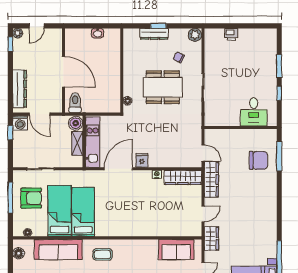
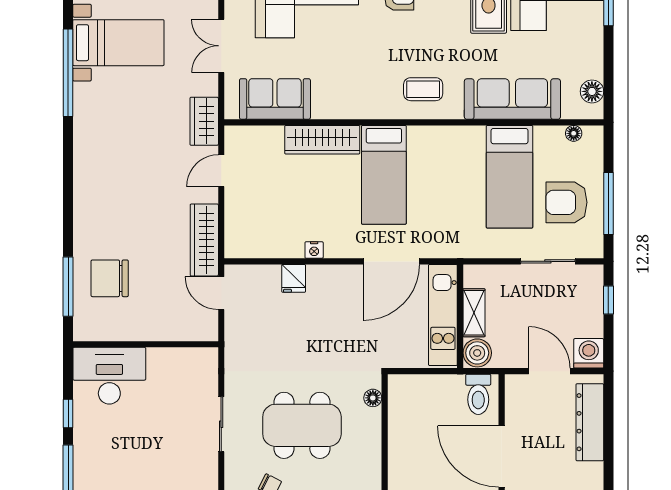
desk: (254, 112) -> (109, 376), width x1.37
window: (10, 133) -> (608, 300), moved
fridge: (142, 160) -> (294, 278), moved
wardrobe: (183, 177) -> (322, 140), moved, turned 180
bed: (83, 212) -> (384, 175), moved

